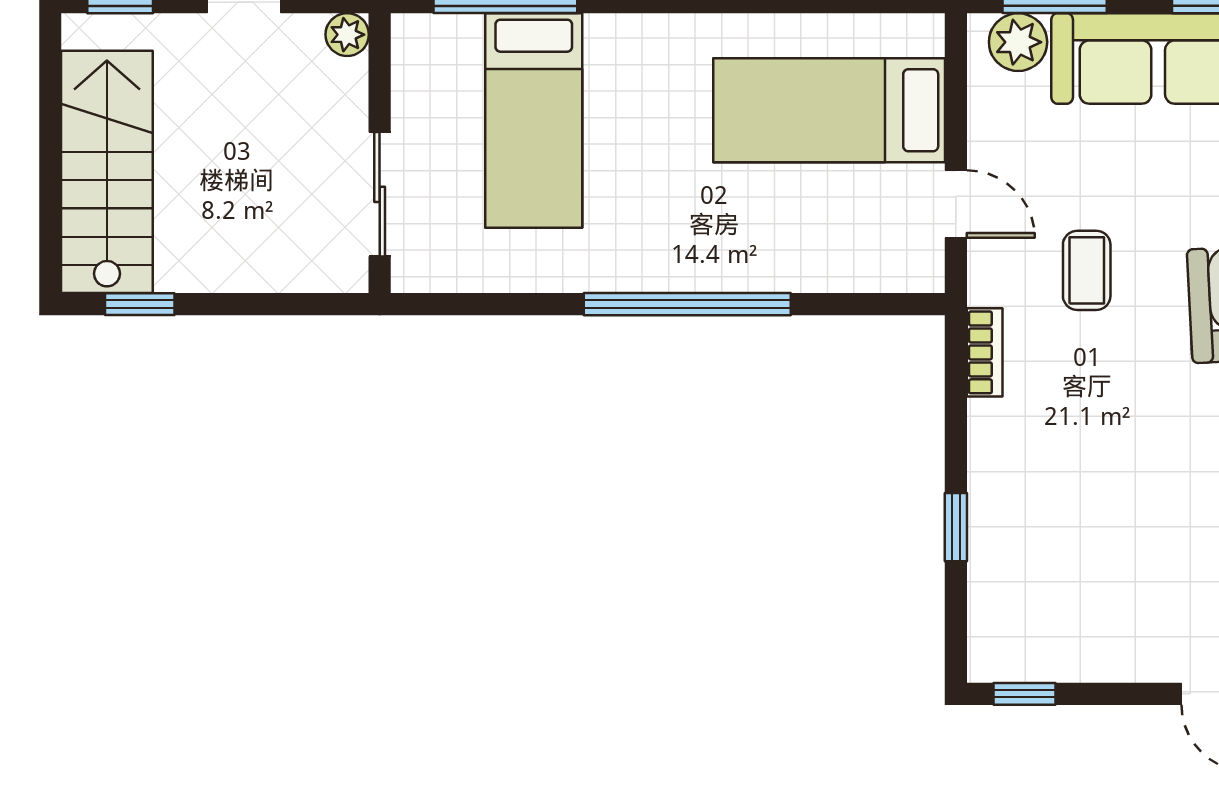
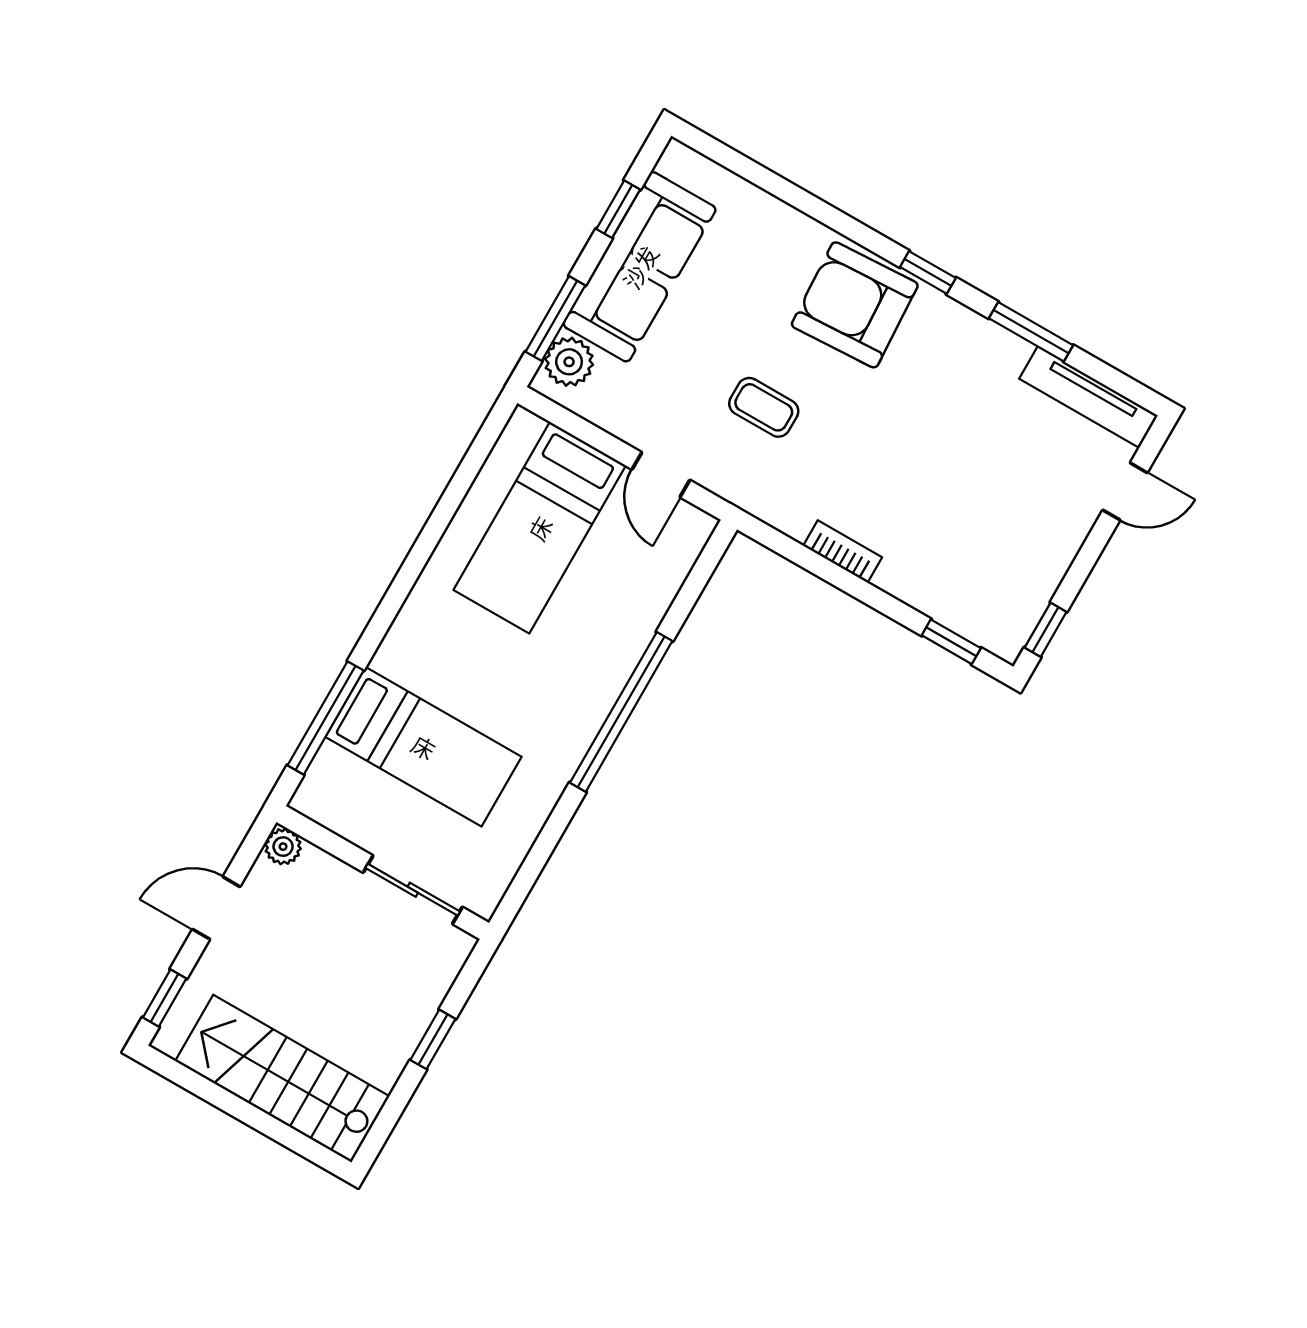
door: (956, 204) -> (661, 475), swing flipped
window: (140, 304) -> (433, 1039), moved
bookcase: (985, 352) -> (843, 552), moved
window: (956, 527) -> (951, 642), moved

